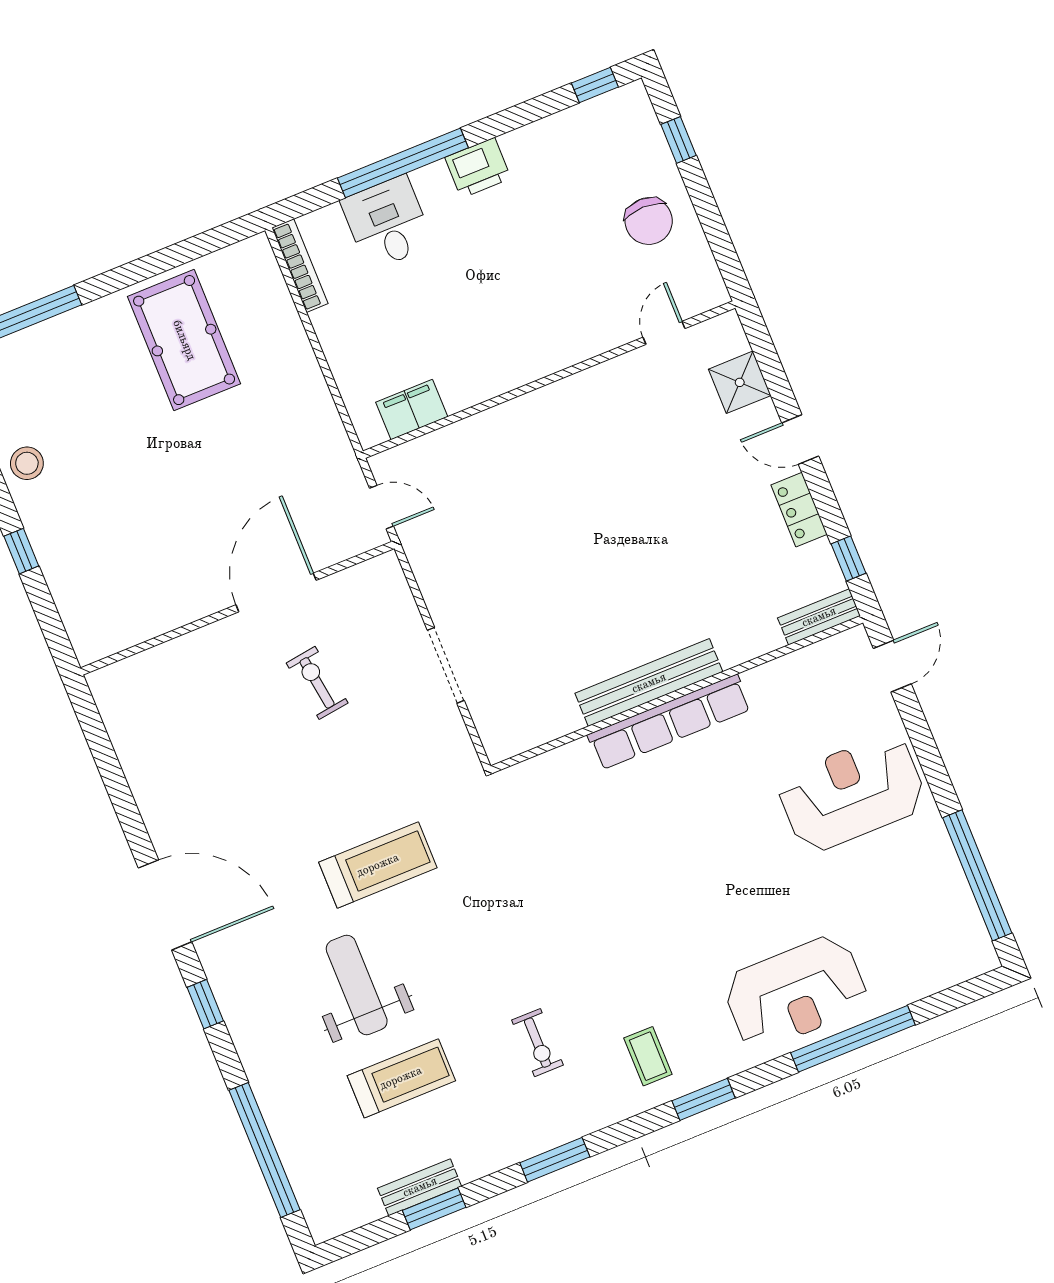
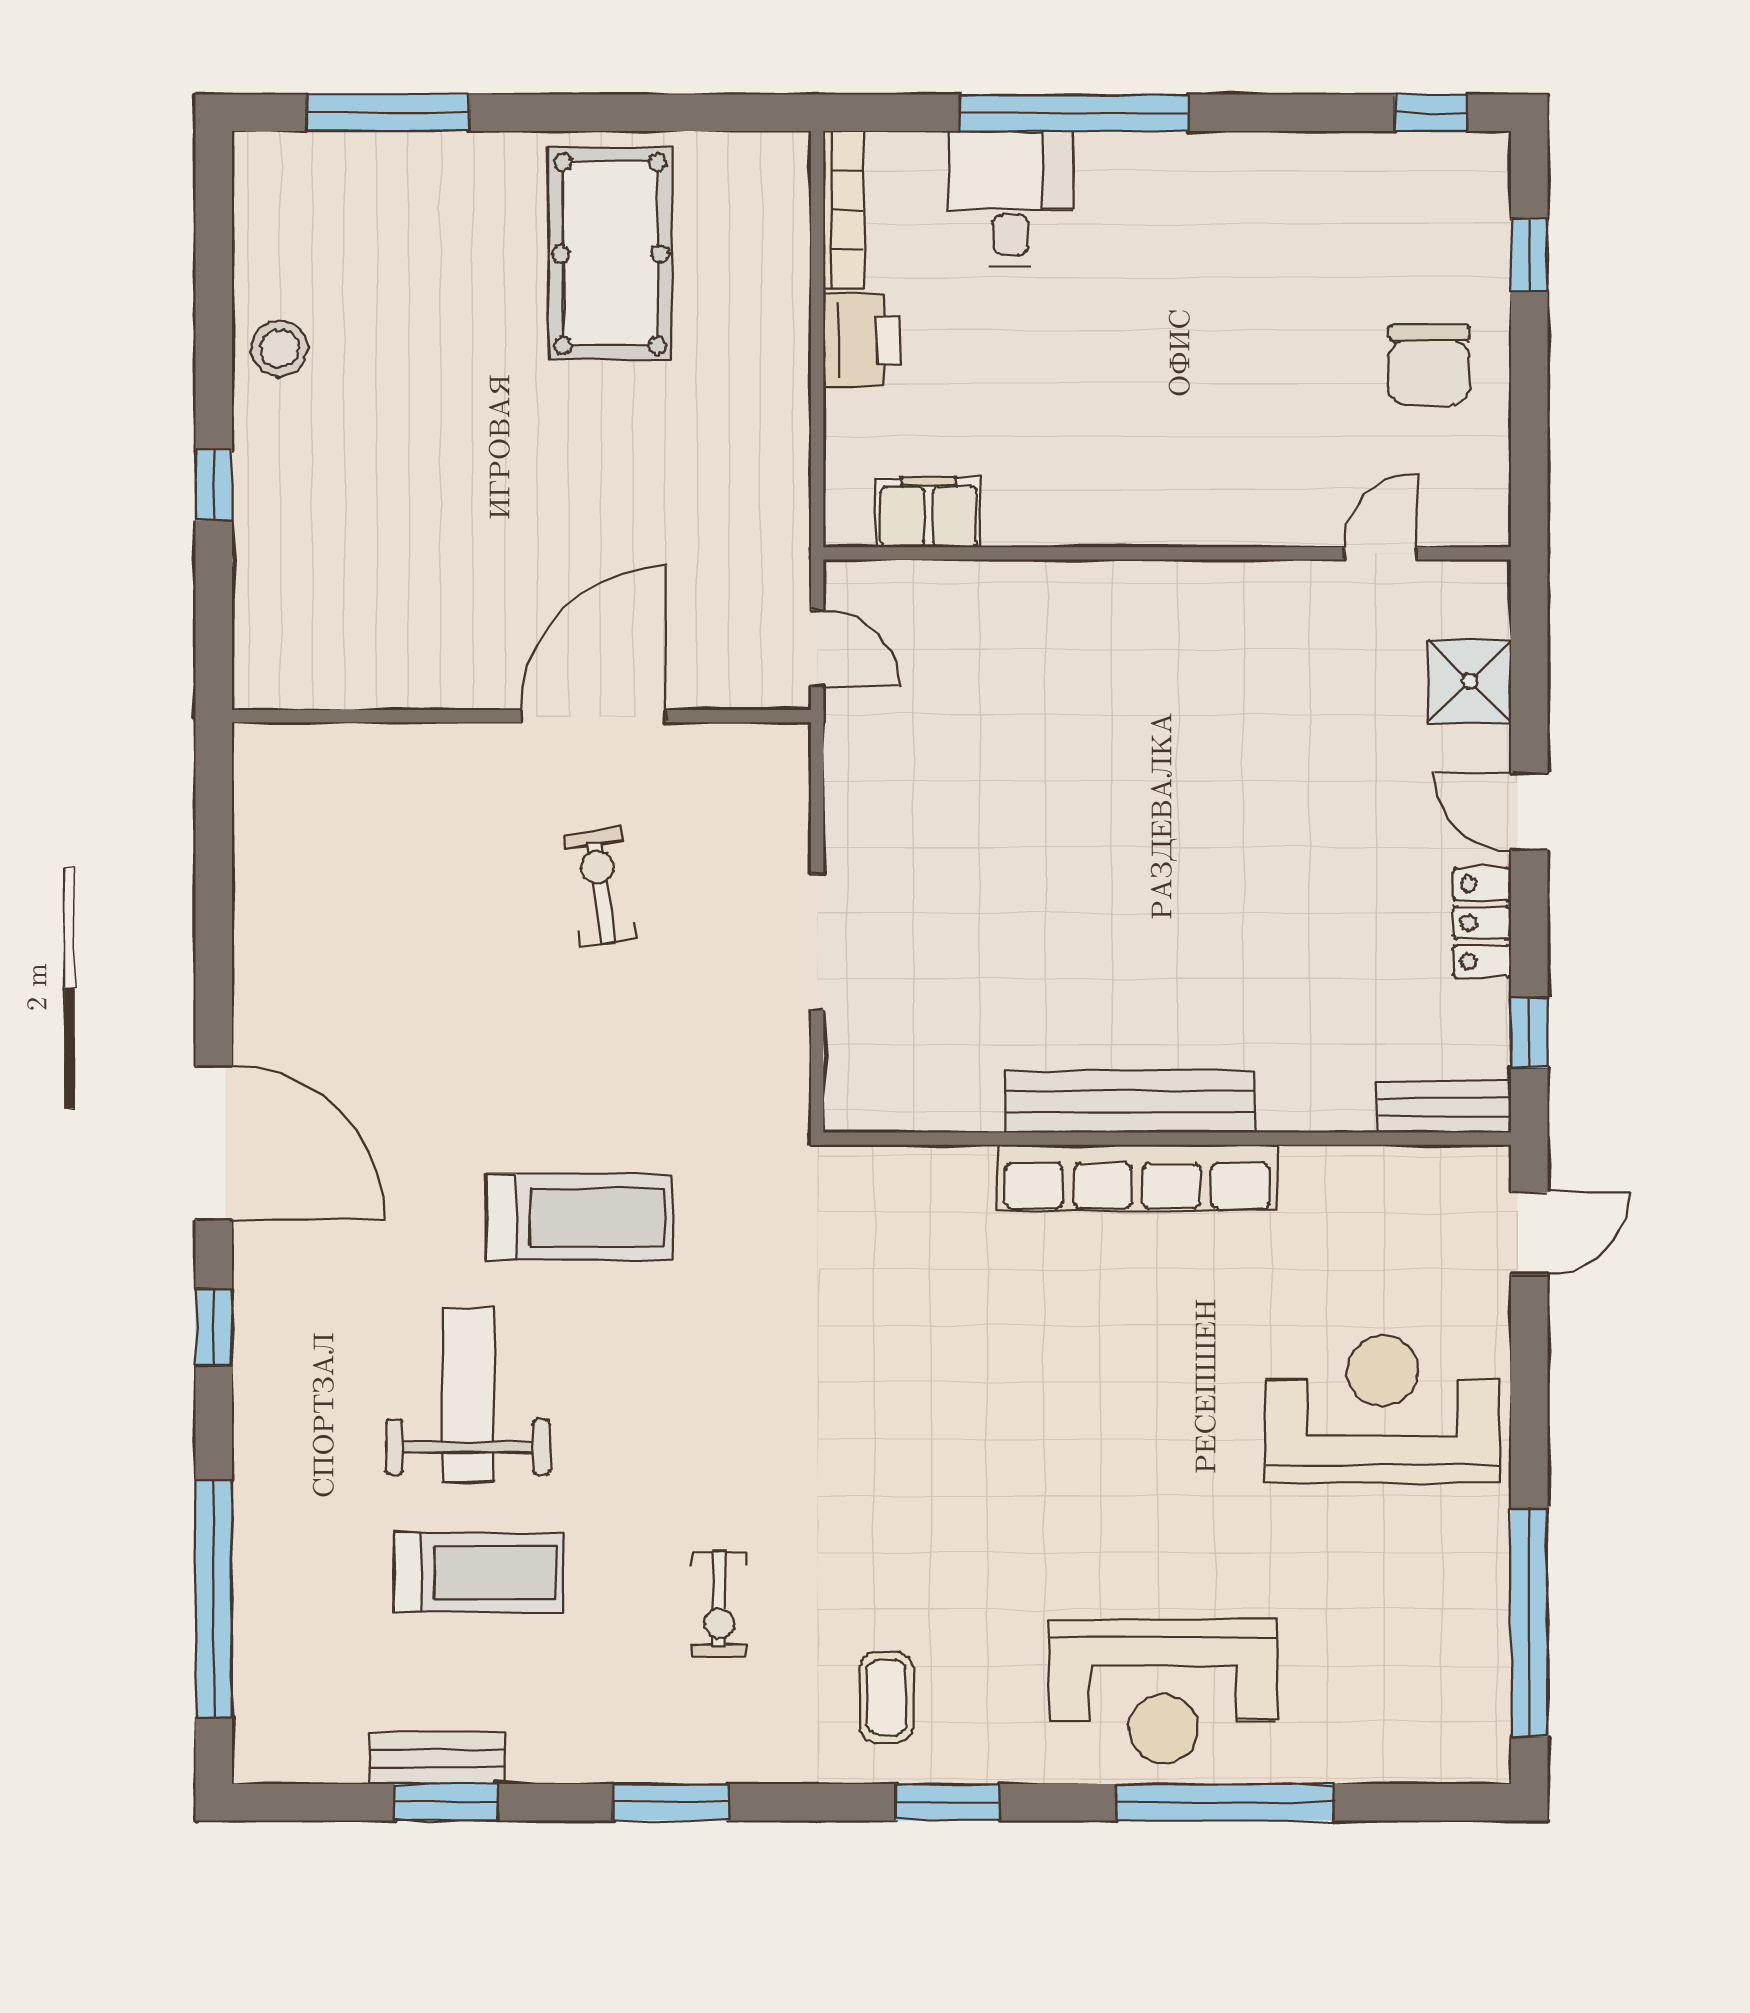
printer: (478, 168) -> (862, 340), moved, turned -90

